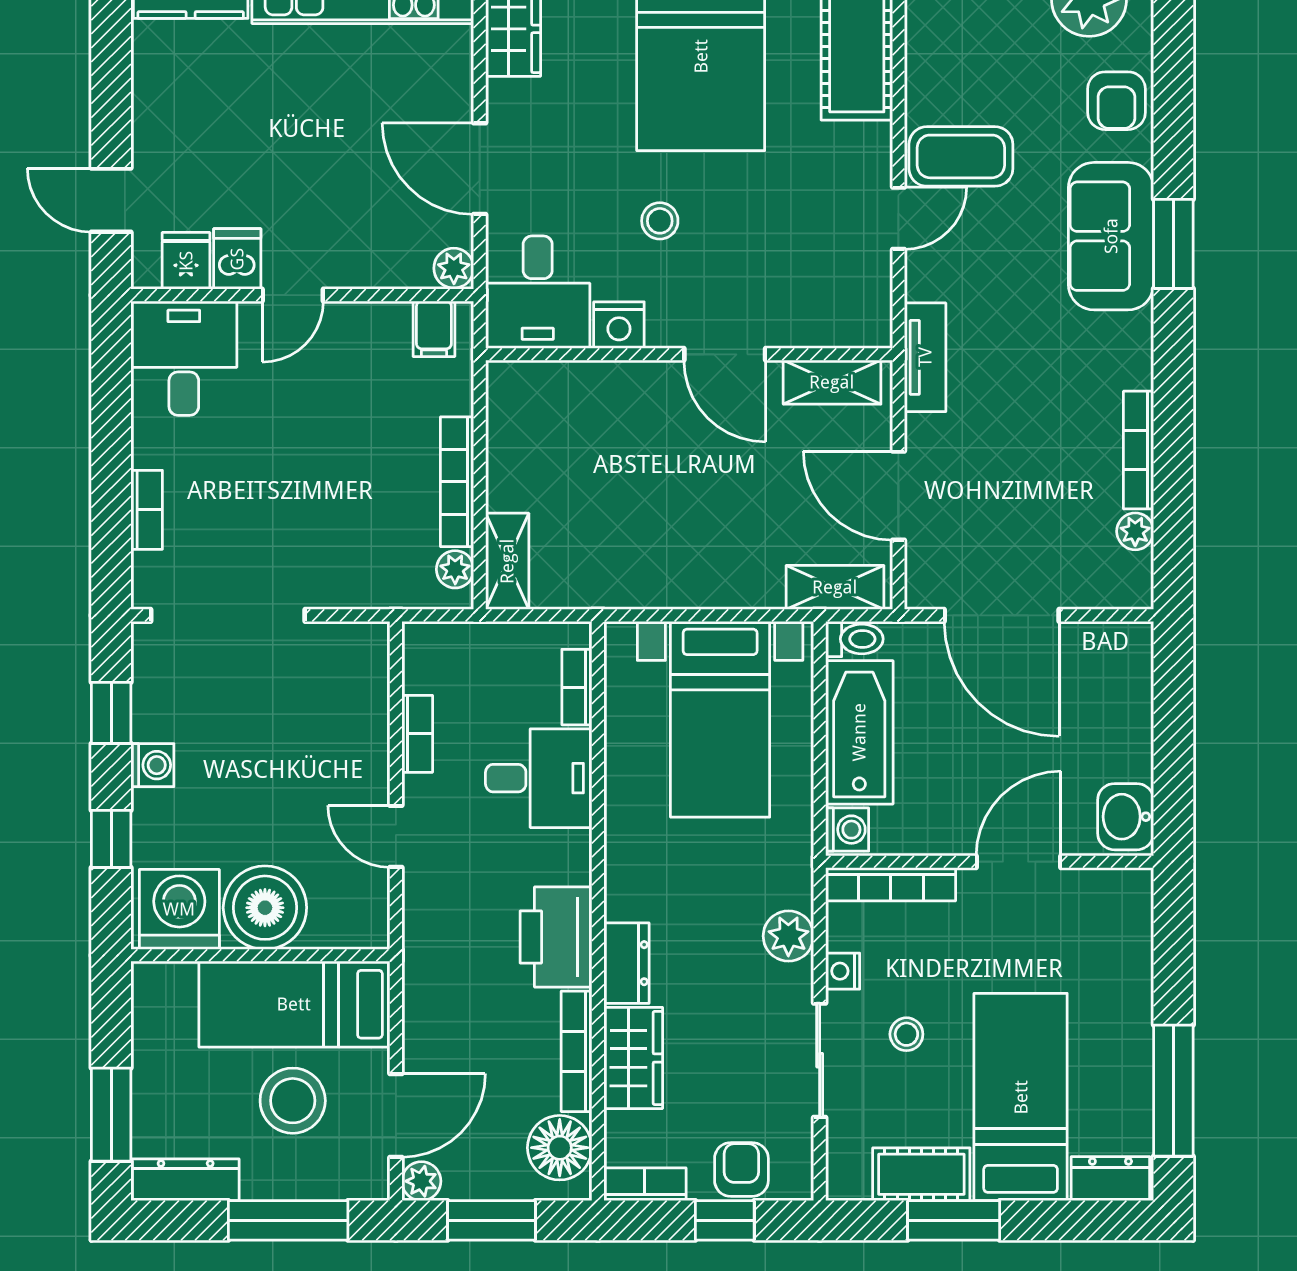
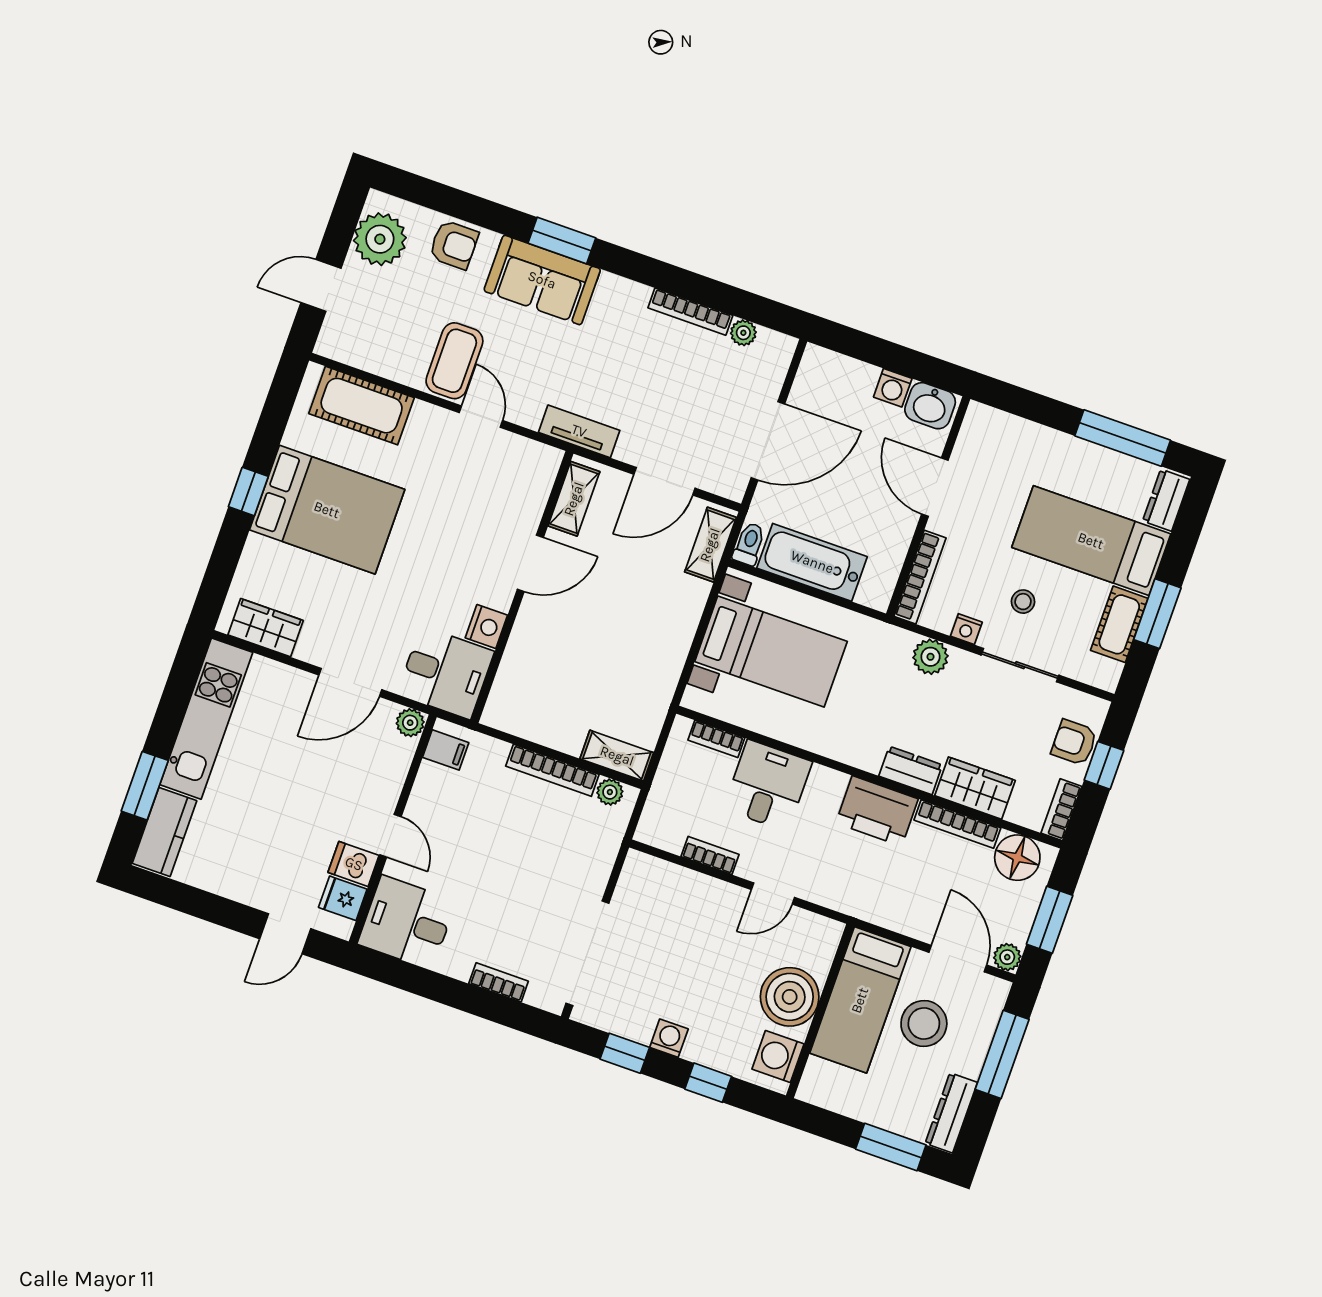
stool: (660, 221) -> (427, 575), removed
washing machine: (847, 830) -> (893, 388), moved, turned 180
washing machine: (179, 909) -> (778, 1057), width x0.73, depth x0.73

